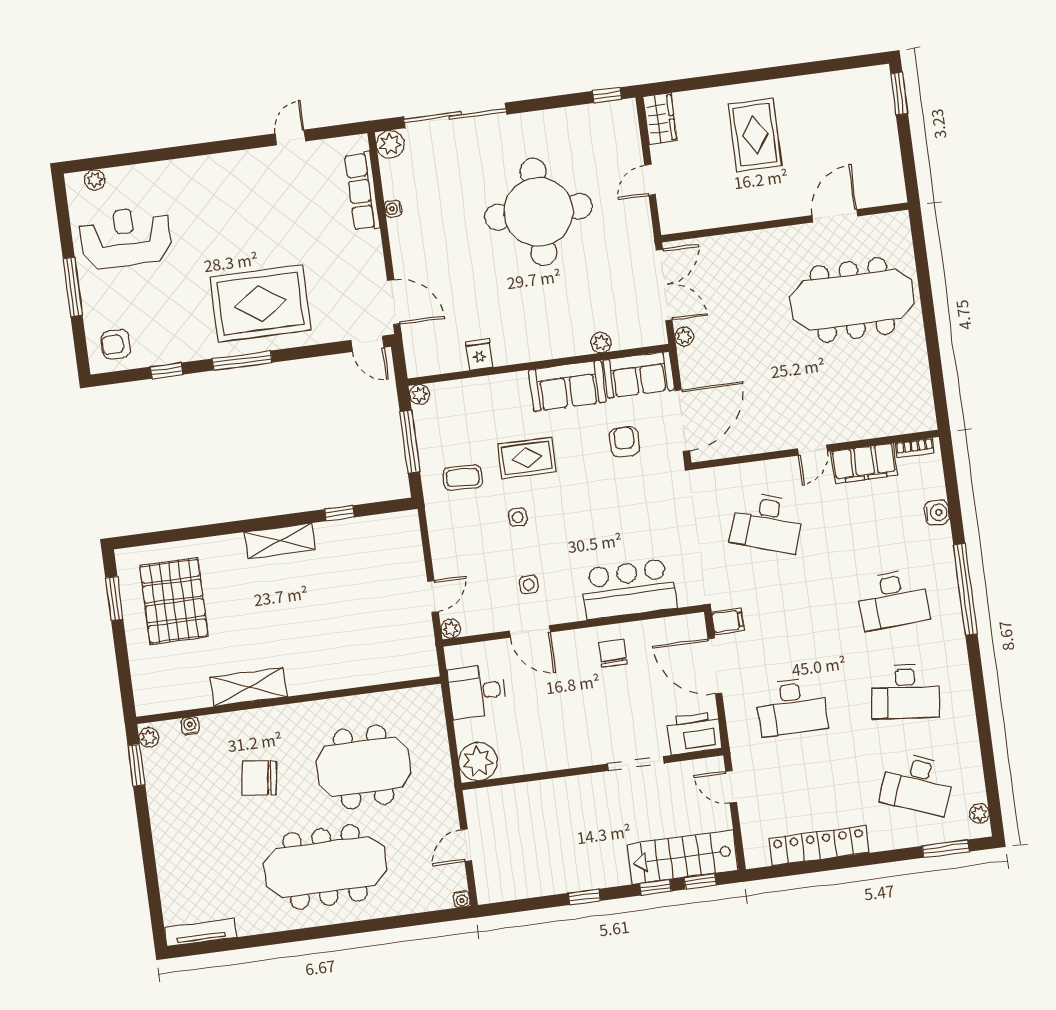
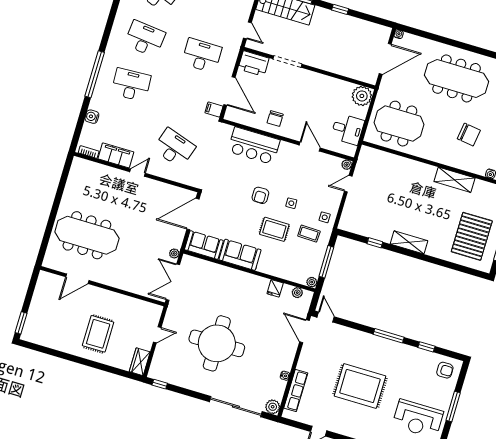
rug: (260, 303) -> (360, 386), moved
plant: (601, 343) -> (297, 293), moved
armchair: (624, 442) -> (260, 195), moved
side table: (529, 584) -> (325, 217), moved
meeting table: (364, 767) -> (399, 124), moved
door: (466, 845) -> (385, 59), width x1.87

